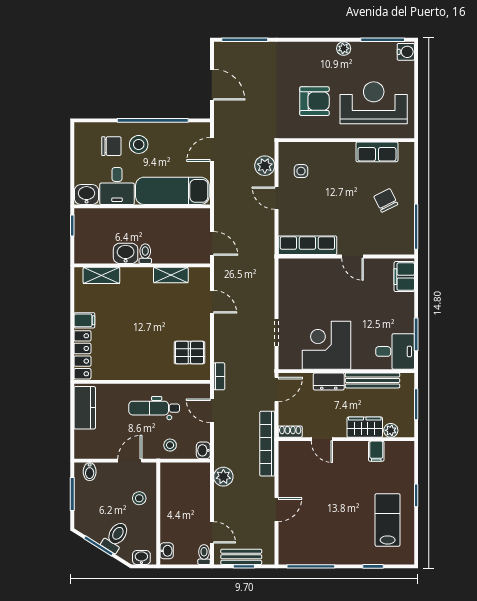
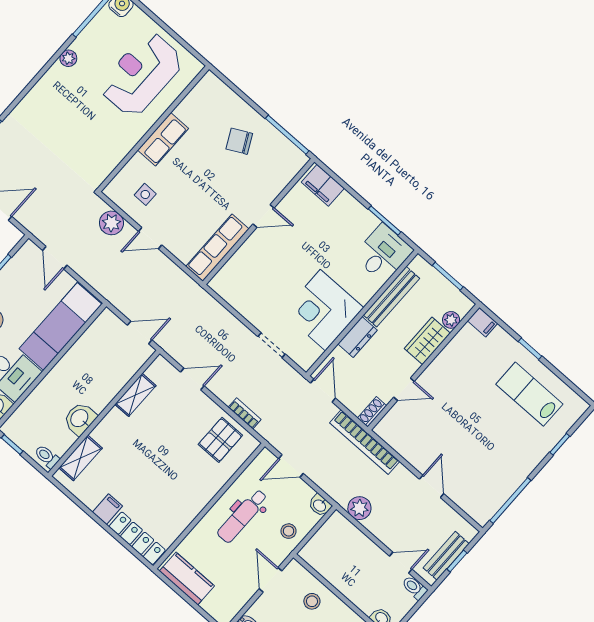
armchair: (314, 101) -> (93, 127), removed
row of seats: (377, 152) -> (163, 139), moved
toilet: (145, 254) -> (47, 457), moved
bookcase: (219, 376) -> (245, 413), moved
filing cabinet: (376, 451) -> (483, 322), moved

